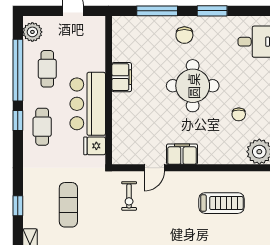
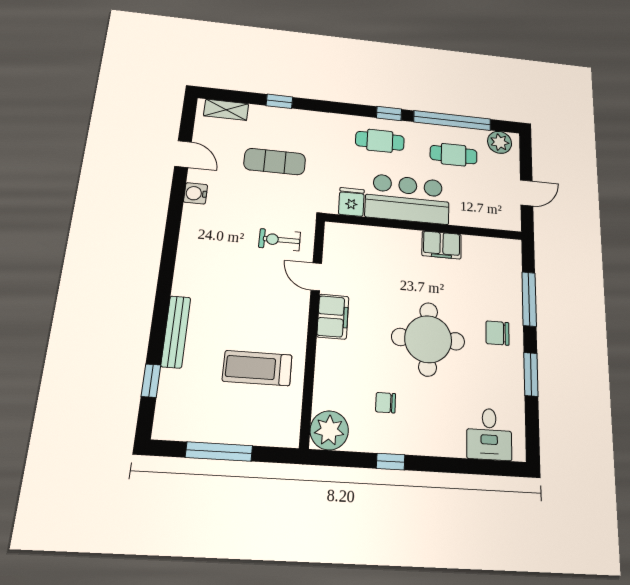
treadmill: (221, 203) -> (257, 368), turned 90

